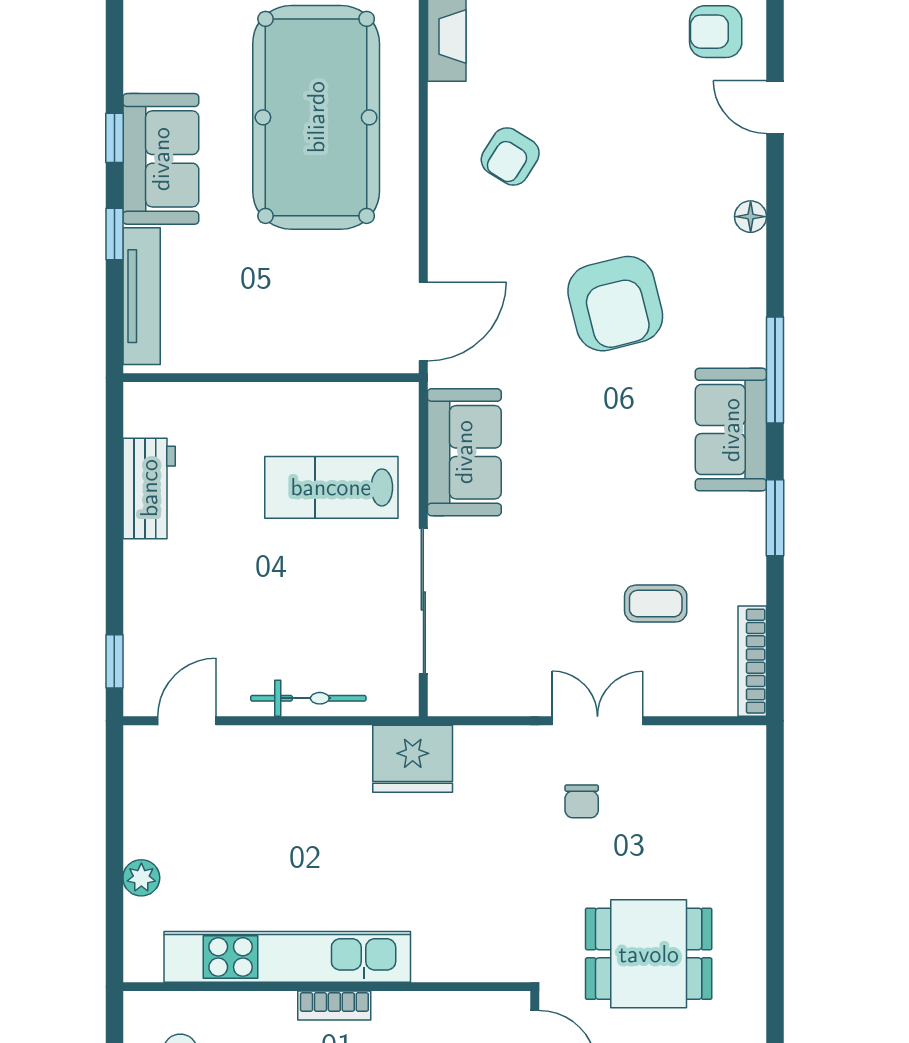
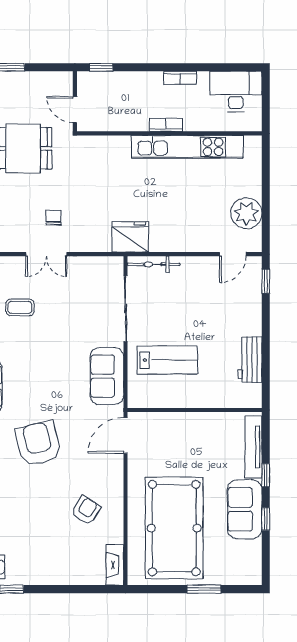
bicycle: (308, 698) -> (154, 264), moved
plant: (141, 878) -> (246, 213), moved, width x1.87, depth x1.87

